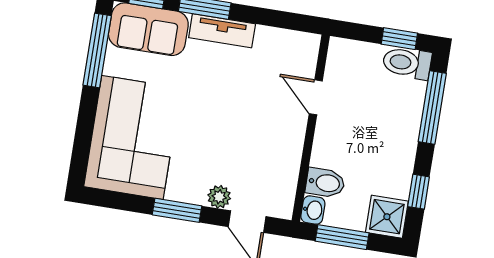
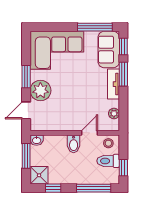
plant: (283, 40) -> (114, 114), added
stool: (343, 61) -> (108, 143), added
toilet: (407, 63) -> (108, 161), moved, turned -90
bidet: (325, 183) -> (74, 144), moved
plant: (219, 197) -> (40, 90), width x1.88, depth x1.88

